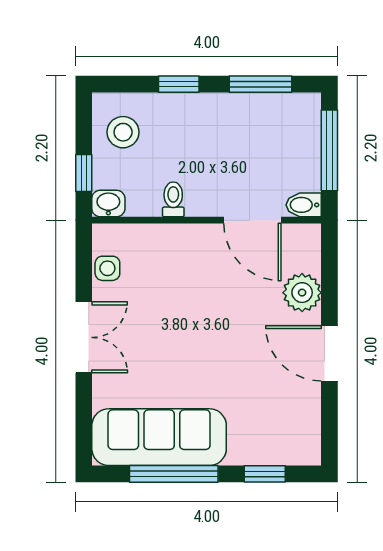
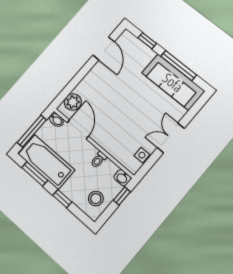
bathtub: (258, 121) -> (46, 162), added
plant: (302, 293) -> (73, 102), moved
door: (329, 353) -> (104, 48), moved

